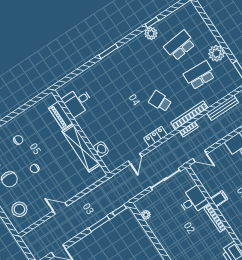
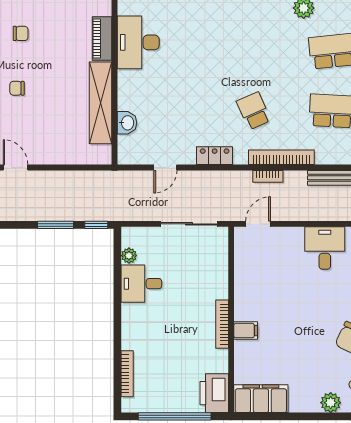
desk: (77, 102) -> (138, 42), width x1.37
door: (200, 156) -> (258, 224), swing flipped
filing cabinet: (219, 199) -> (246, 331), moved
desk: (193, 201) -> (141, 284), moved, turned 180

